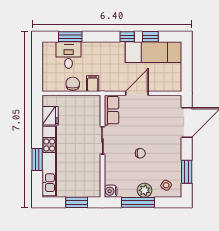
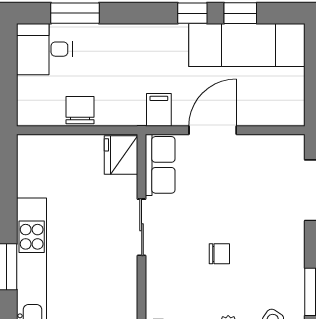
desk: (69, 55) -> (44, 49), moved, turned -90
filing cabinet: (93, 84) -> (159, 110), moved
fridge: (50, 116) -> (121, 155), moved, turned 180

